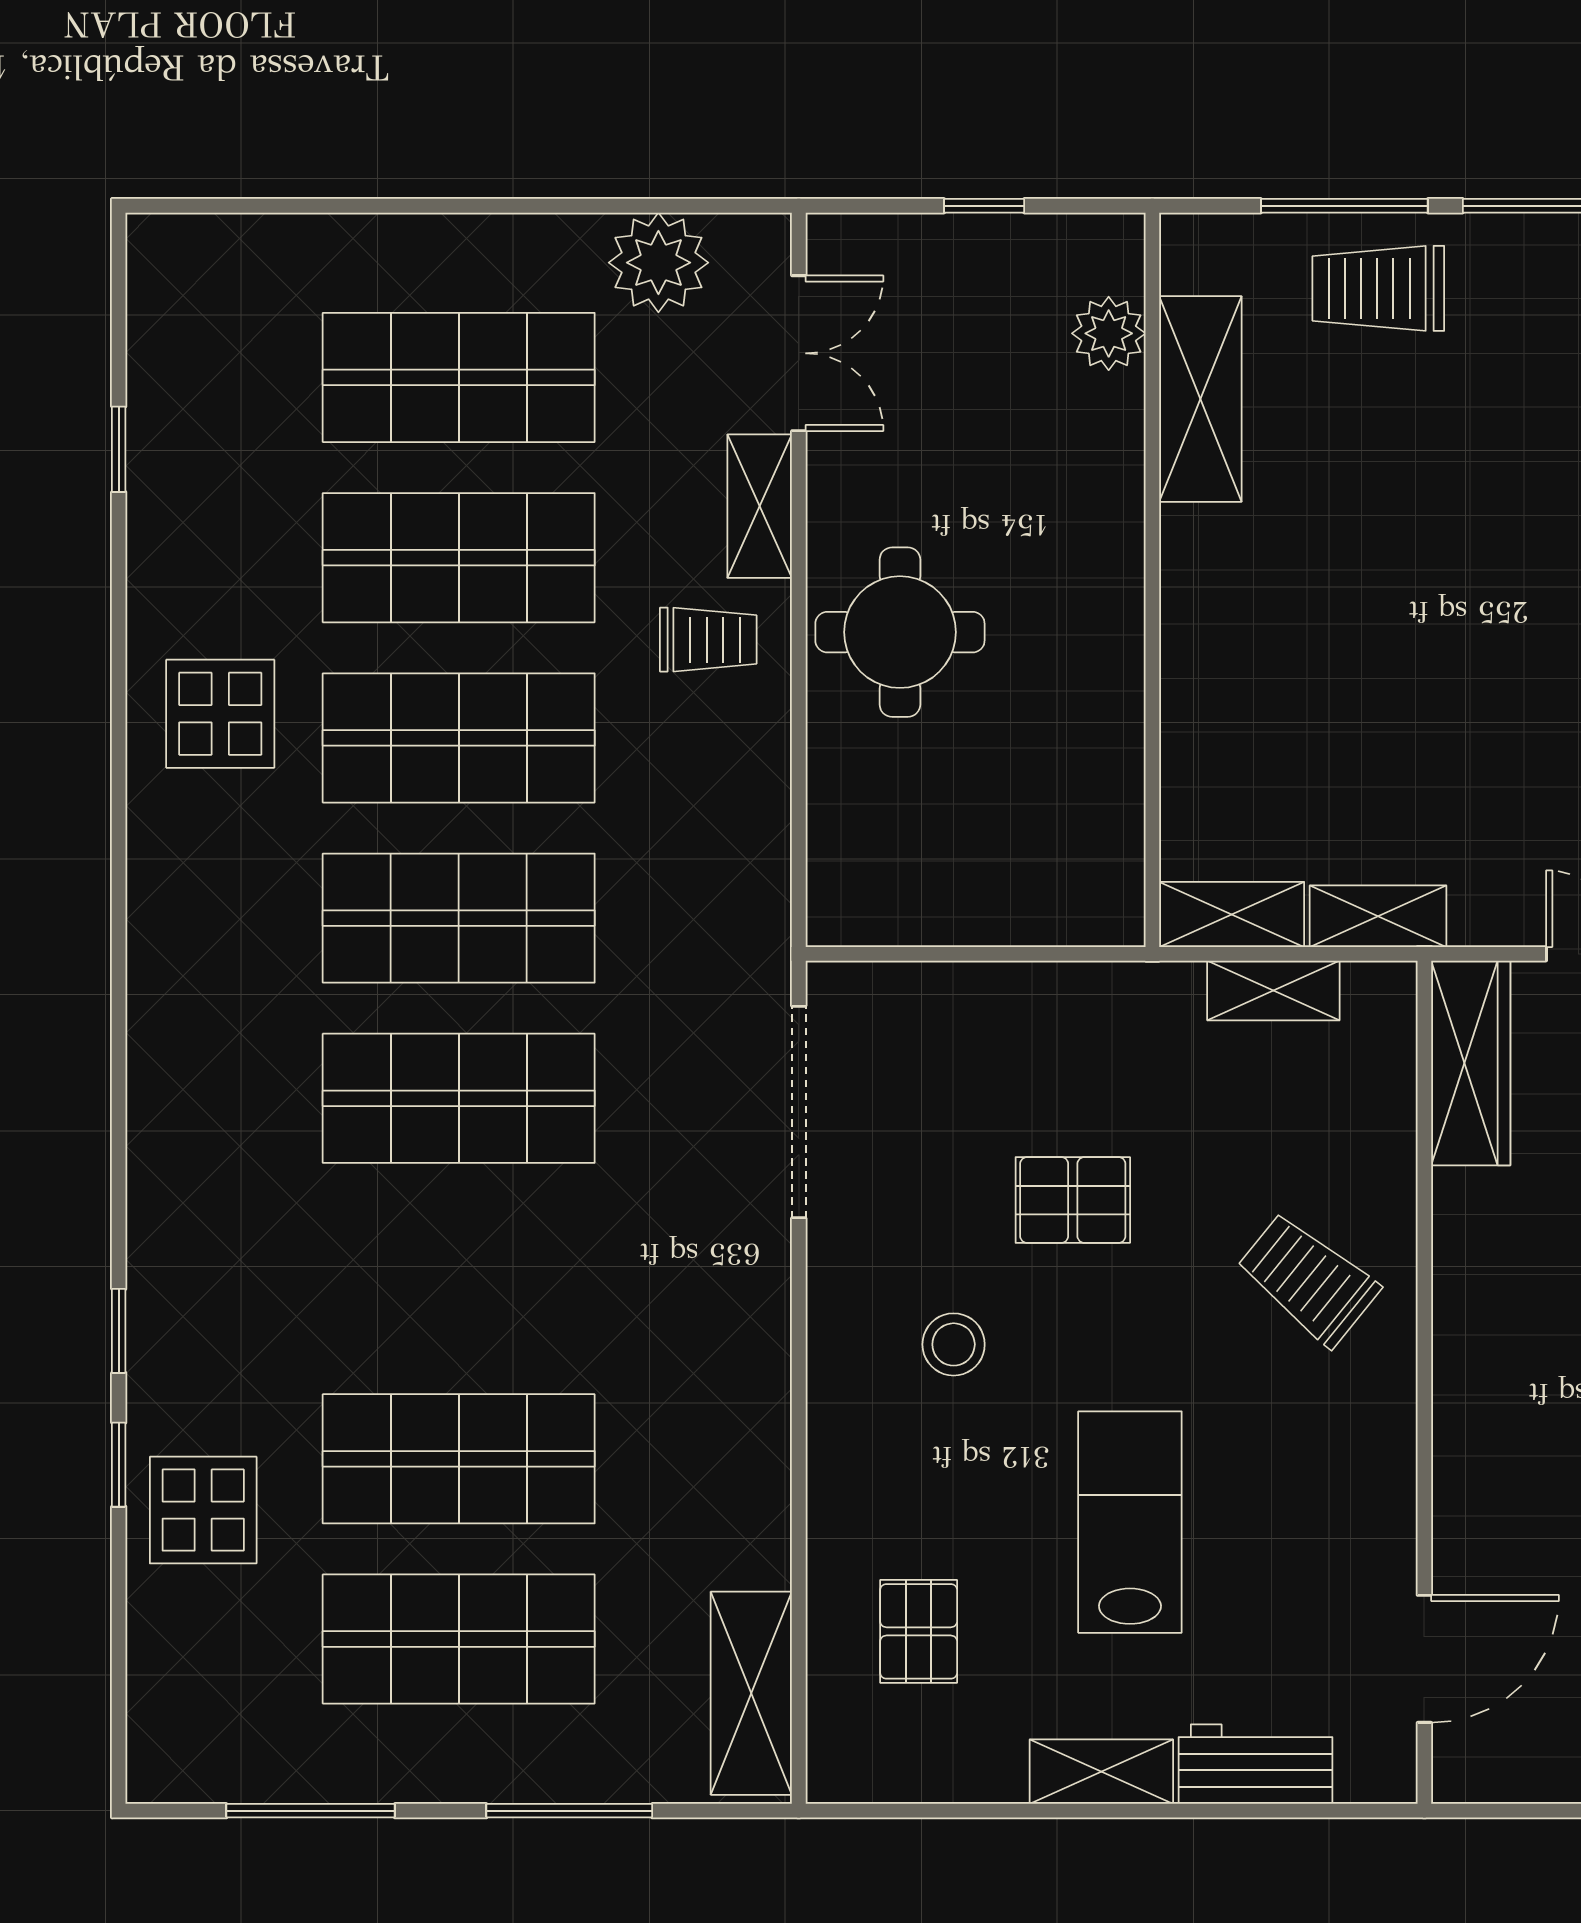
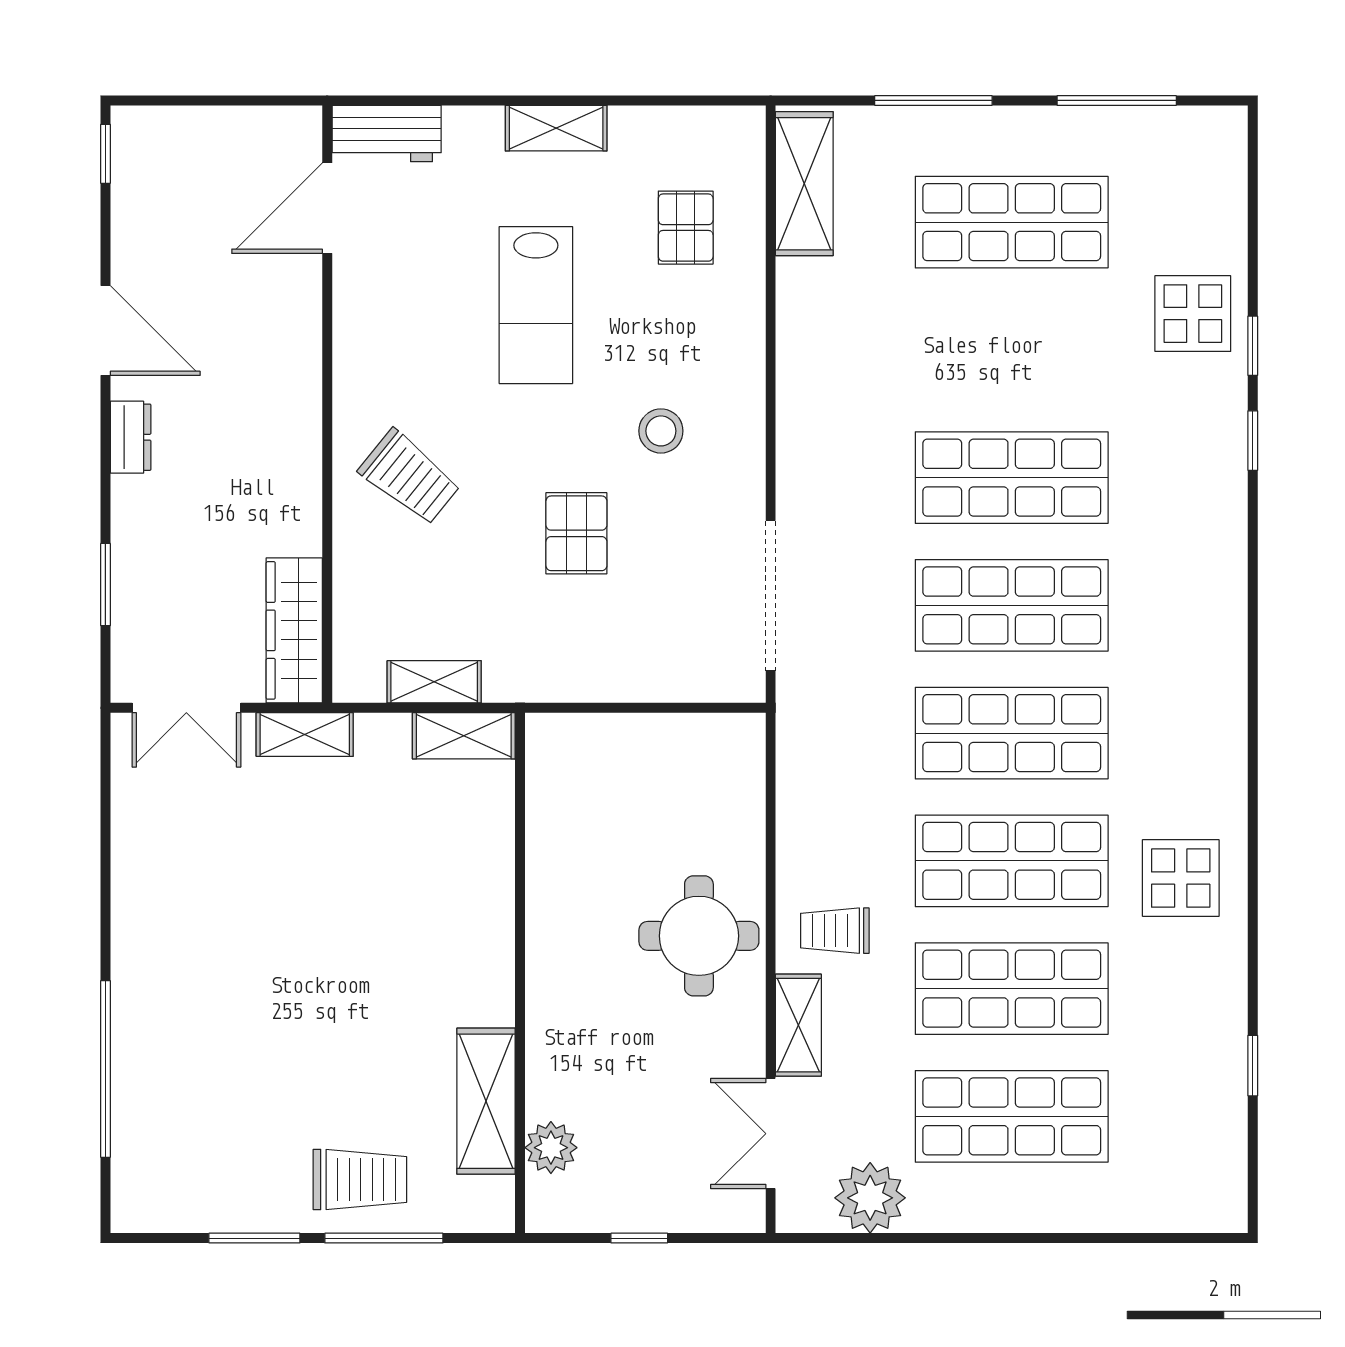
shelving: (1378, 916) -> (305, 734), moved
pallet: (1073, 1200) -> (576, 533), turned 90
shop shelf: (459, 1459) -> (1012, 478), moved
workbench: (1255, 1764) -> (387, 133), moved

